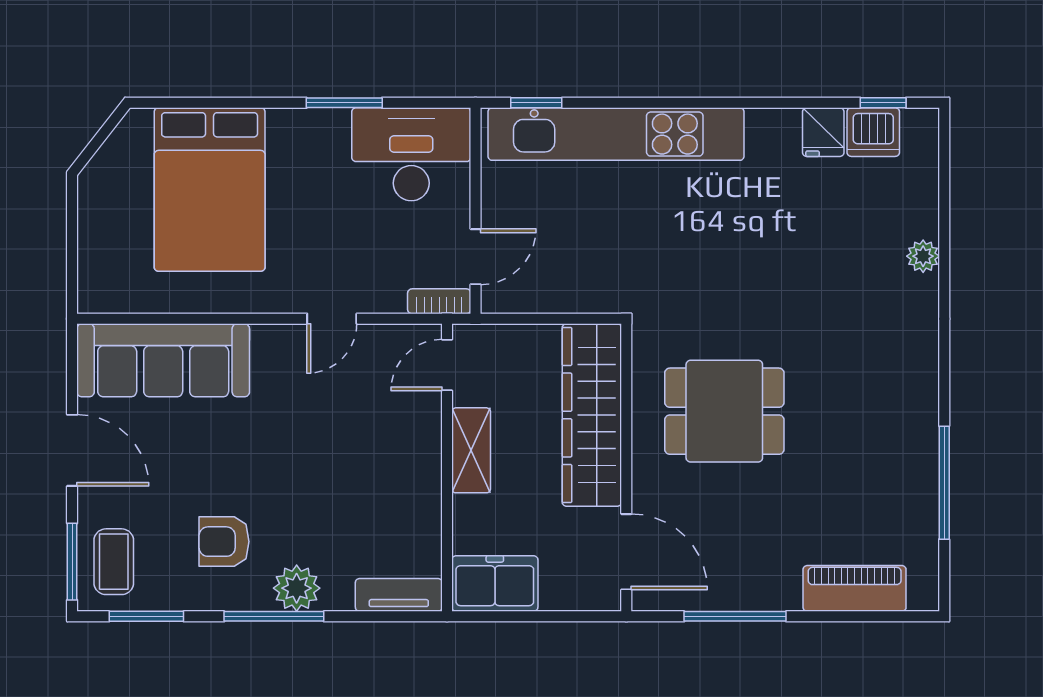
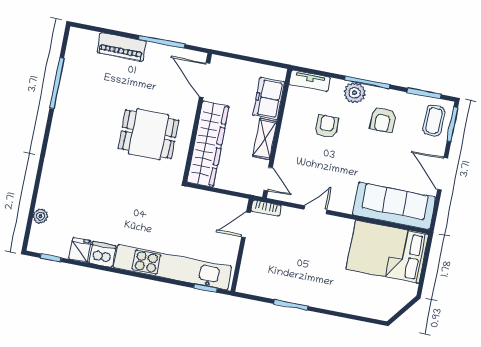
dishwasher: (873, 132) -> (102, 254), moved
desk: (411, 154) -> (266, 276), removed
bed: (210, 190) -> (387, 252), moved, turned -90
plant: (923, 256) -> (40, 216), moved
door: (447, 365) -> (268, 179), hinge flipped
armchair: (342, 504) -> (327, 126), added
armchair: (224, 542) -> (383, 120), turned 90
freezer: (495, 583) -> (269, 99), moved, turned 90
piano: (855, 588) -> (122, 47), moved

